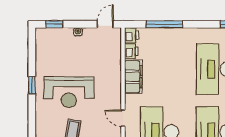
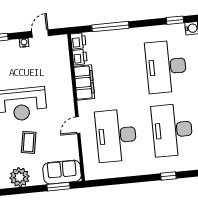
door: (105, 24) -> (40, 33), moved
door: (123, 118) -> (78, 125), hinge flipped

